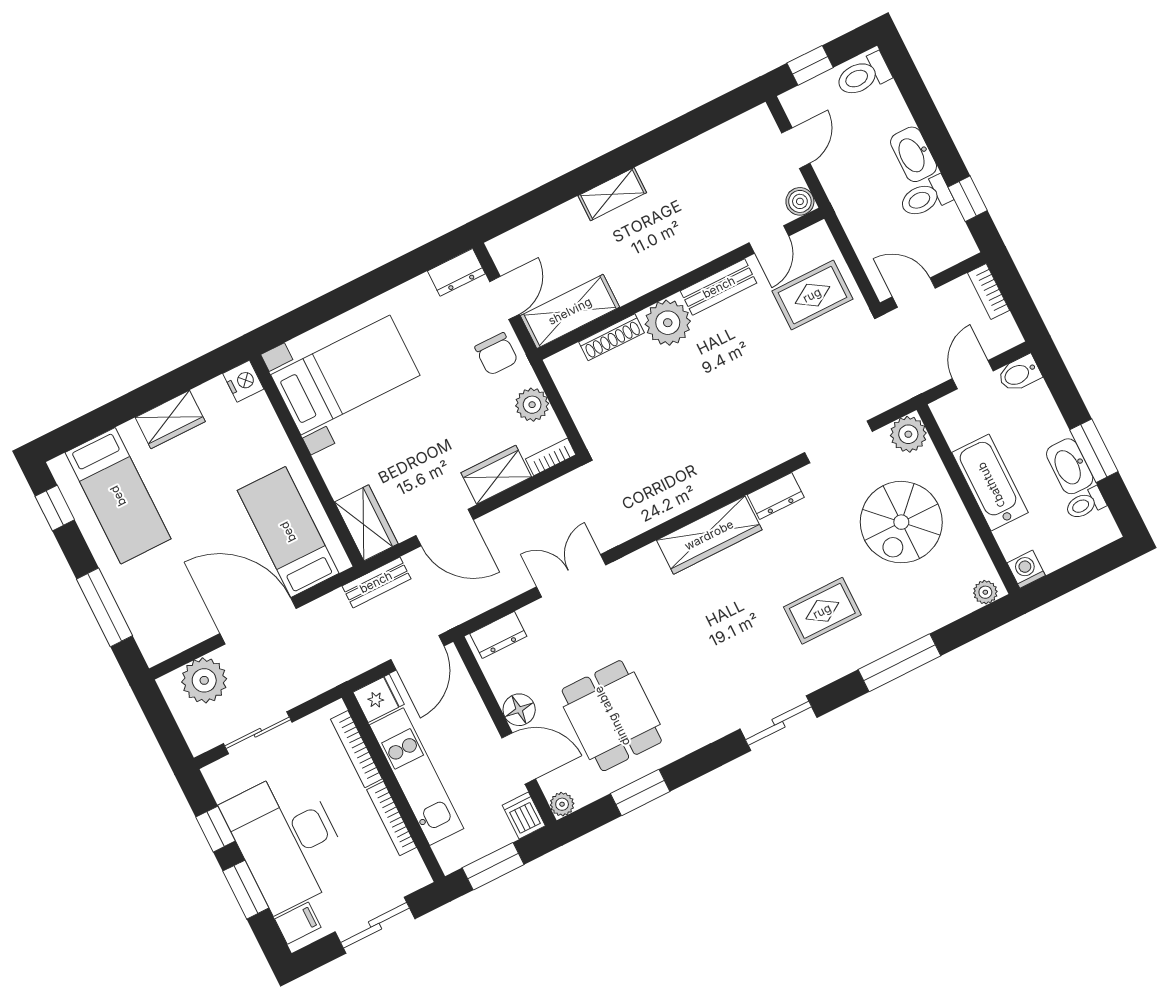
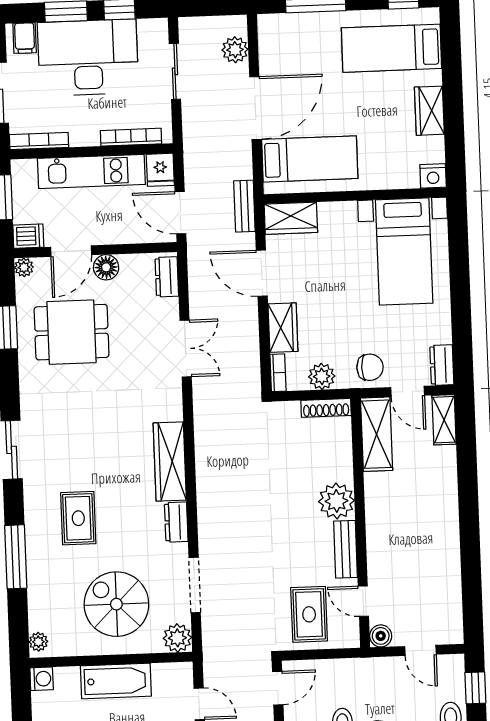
shelving: (612, 194) -> (444, 420), moved
shoe rack: (611, 337) -> (326, 408), moved, turned -90
chair: (496, 354) -> (370, 367), turned 180
door: (445, 528) -> (262, 273), hinge flipped
plant: (204, 680) -> (235, 50), width x0.73, depth x0.73
bookcase: (392, 819) -> (39, 141), moved

